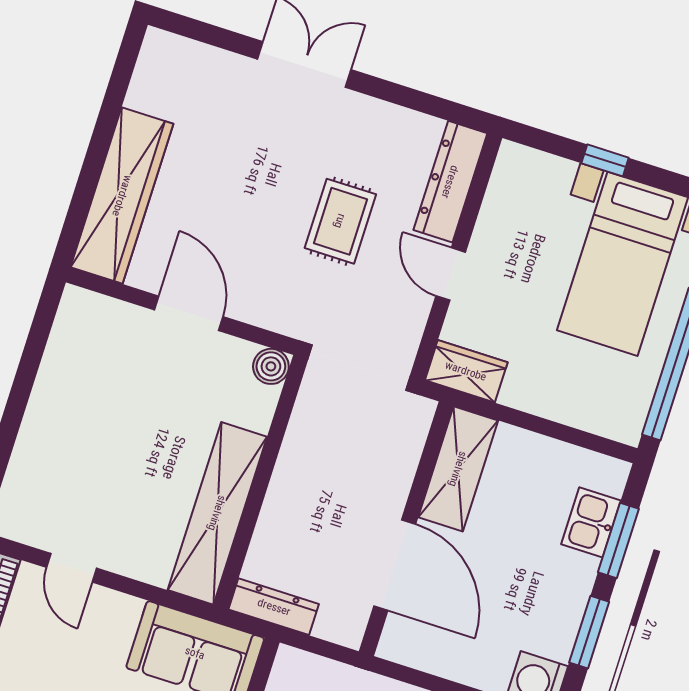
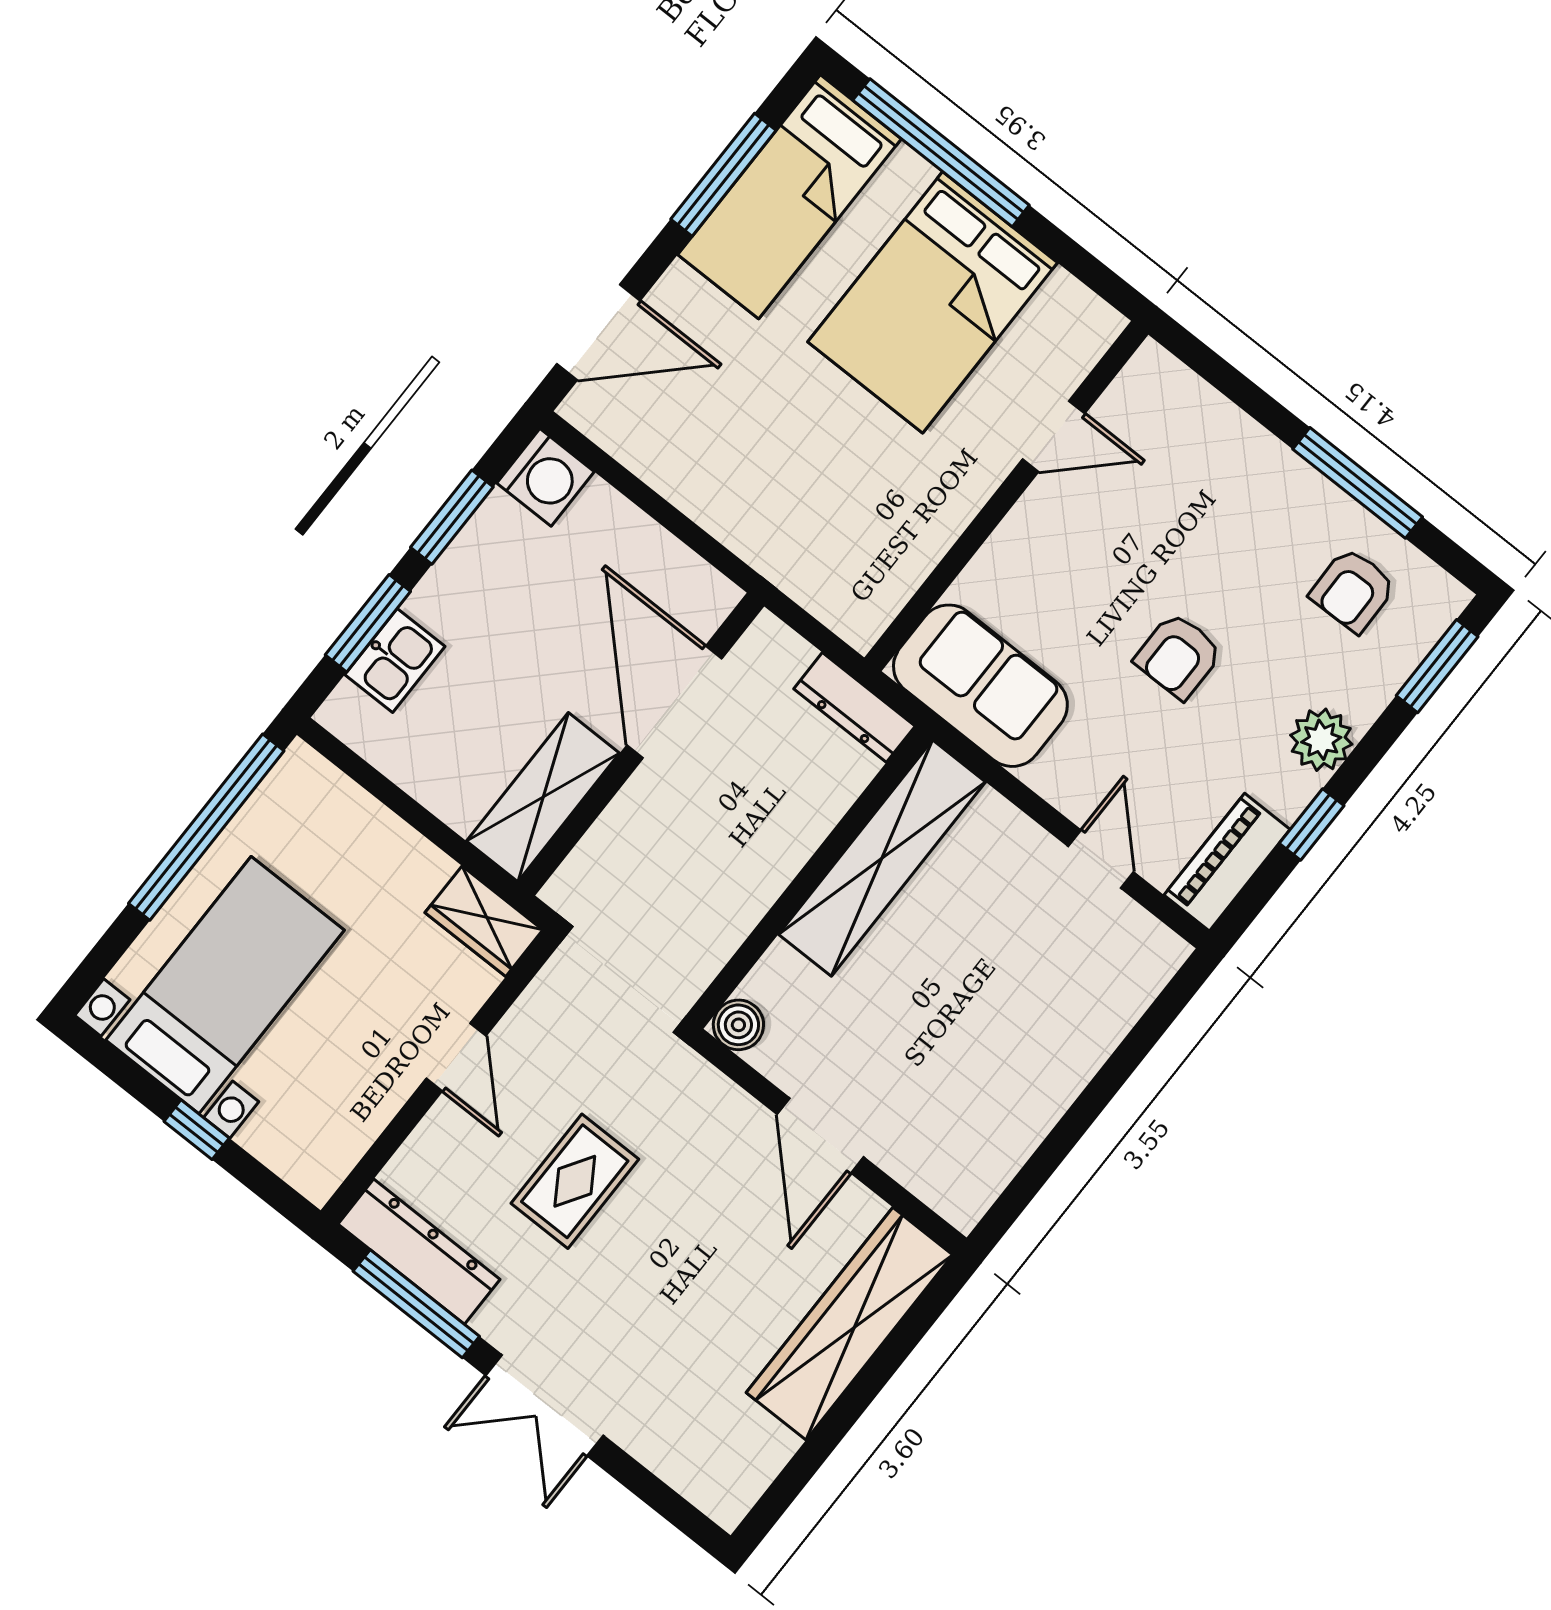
window: (415, 100) -> (416, 1304), added
dresser: (450, 182) -> (419, 1252), moved, turned -90

